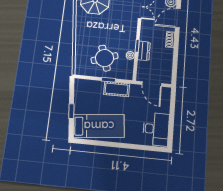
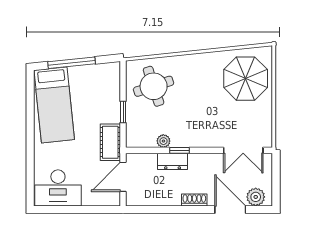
round table: (105, 58) -> (154, 86), moved
cot: (117, 89) -> (110, 142), moved
window: (71, 111) -> (72, 63), width x2.17

